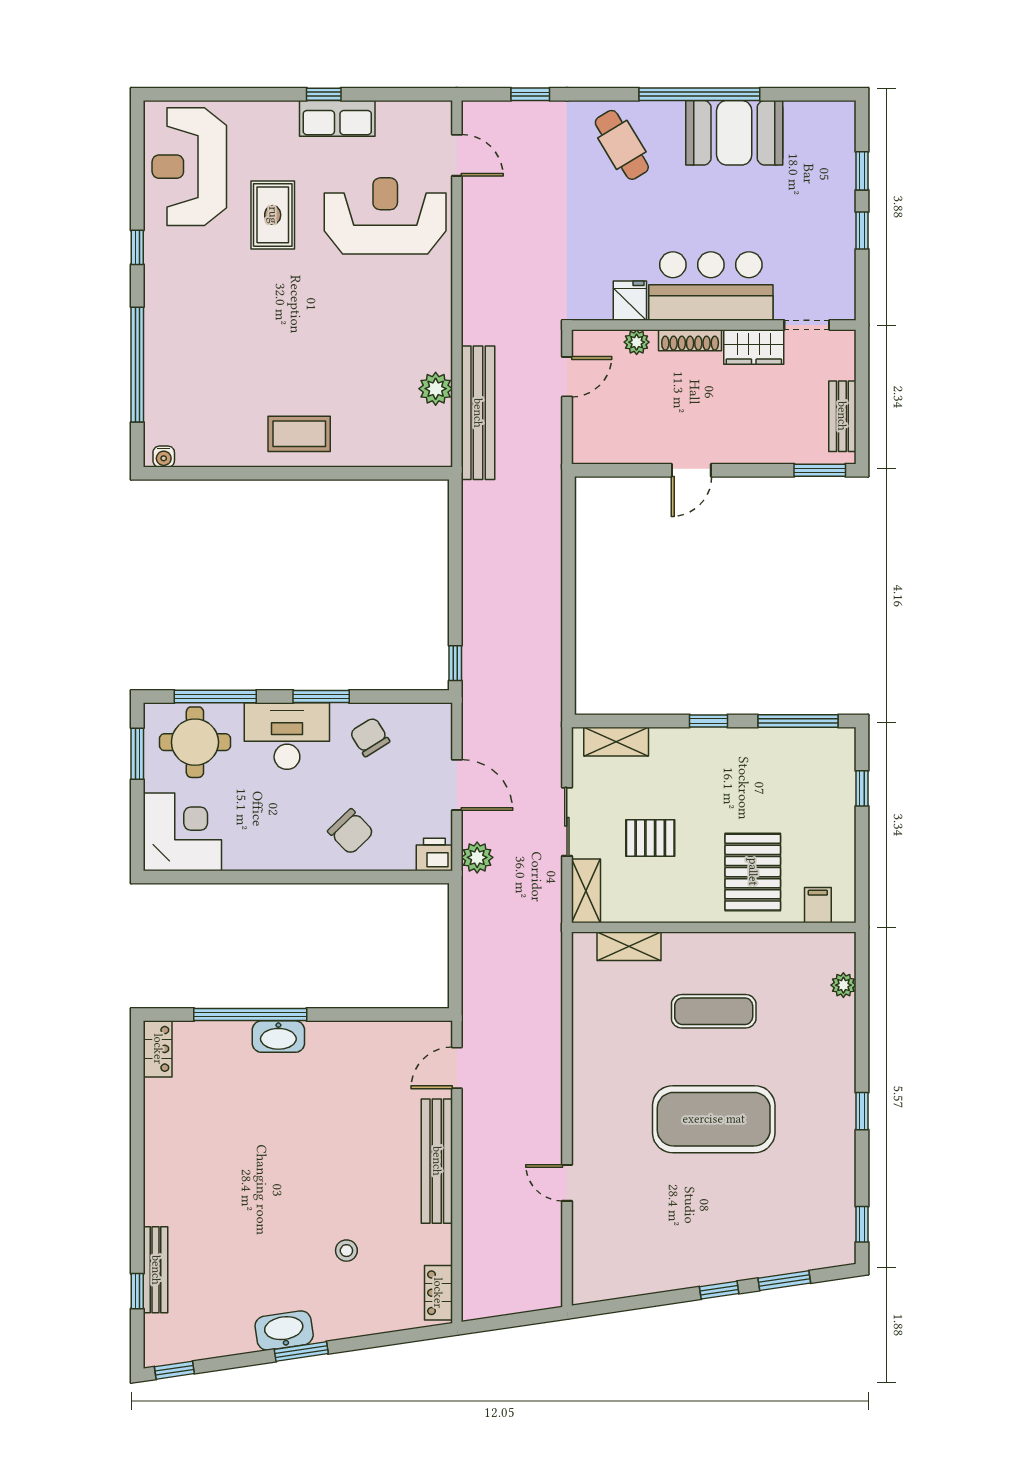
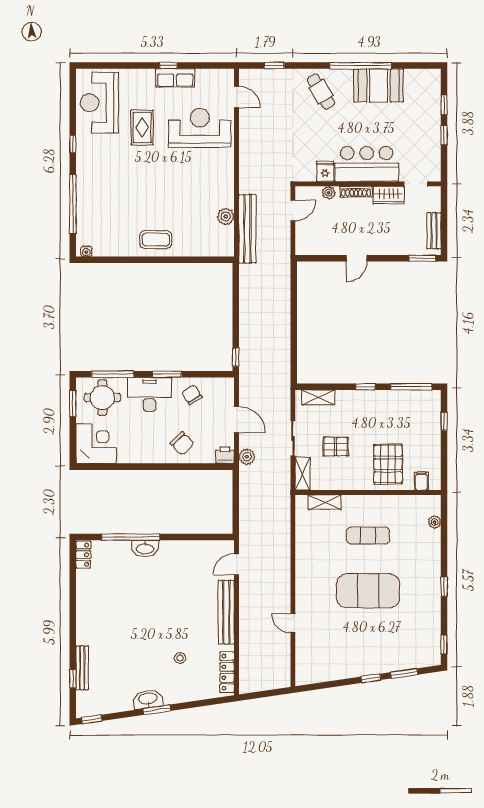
locker: (438, 1293) -> (227, 672), width x1.53

